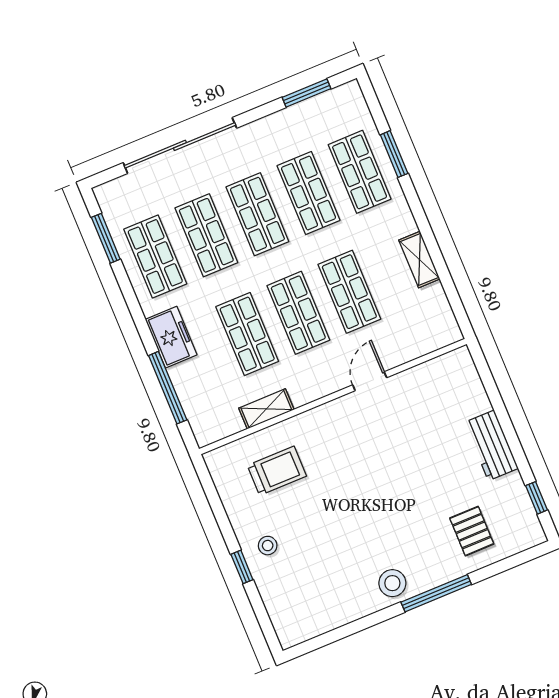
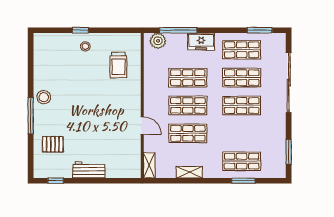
shop shelf: (308, 193) -> (242, 133), removed
shelving: (266, 409) -> (149, 165), moved
plant: (202, 417) -> (158, 41), added

